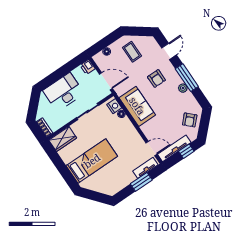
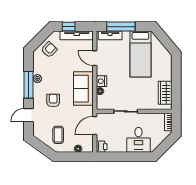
door: (106, 81) -> (95, 126), hinge flipped
desk: (64, 92) -> (138, 140), width x0.73
nightstand: (114, 106) -> (102, 81), moved
wardrobe: (63, 139) -> (165, 93), moved, turned -90
door: (152, 148) -> (95, 58), moved
bed: (92, 161) -> (140, 54), moved, turned -90
window: (141, 182) -> (121, 27), width x1.44

